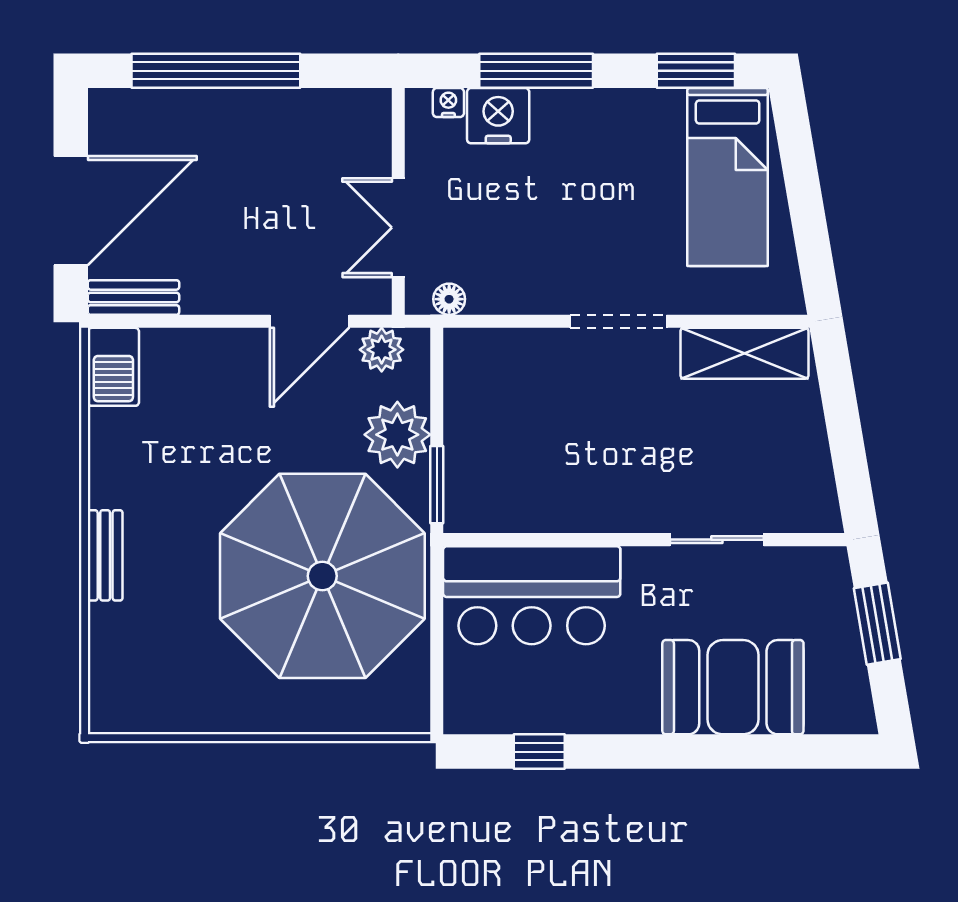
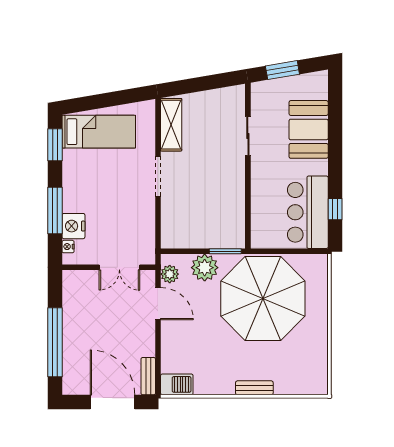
floor lamp: (449, 299) -> (149, 246), removed
bar counter: (532, 595) -> (308, 212), moved, turned 180

